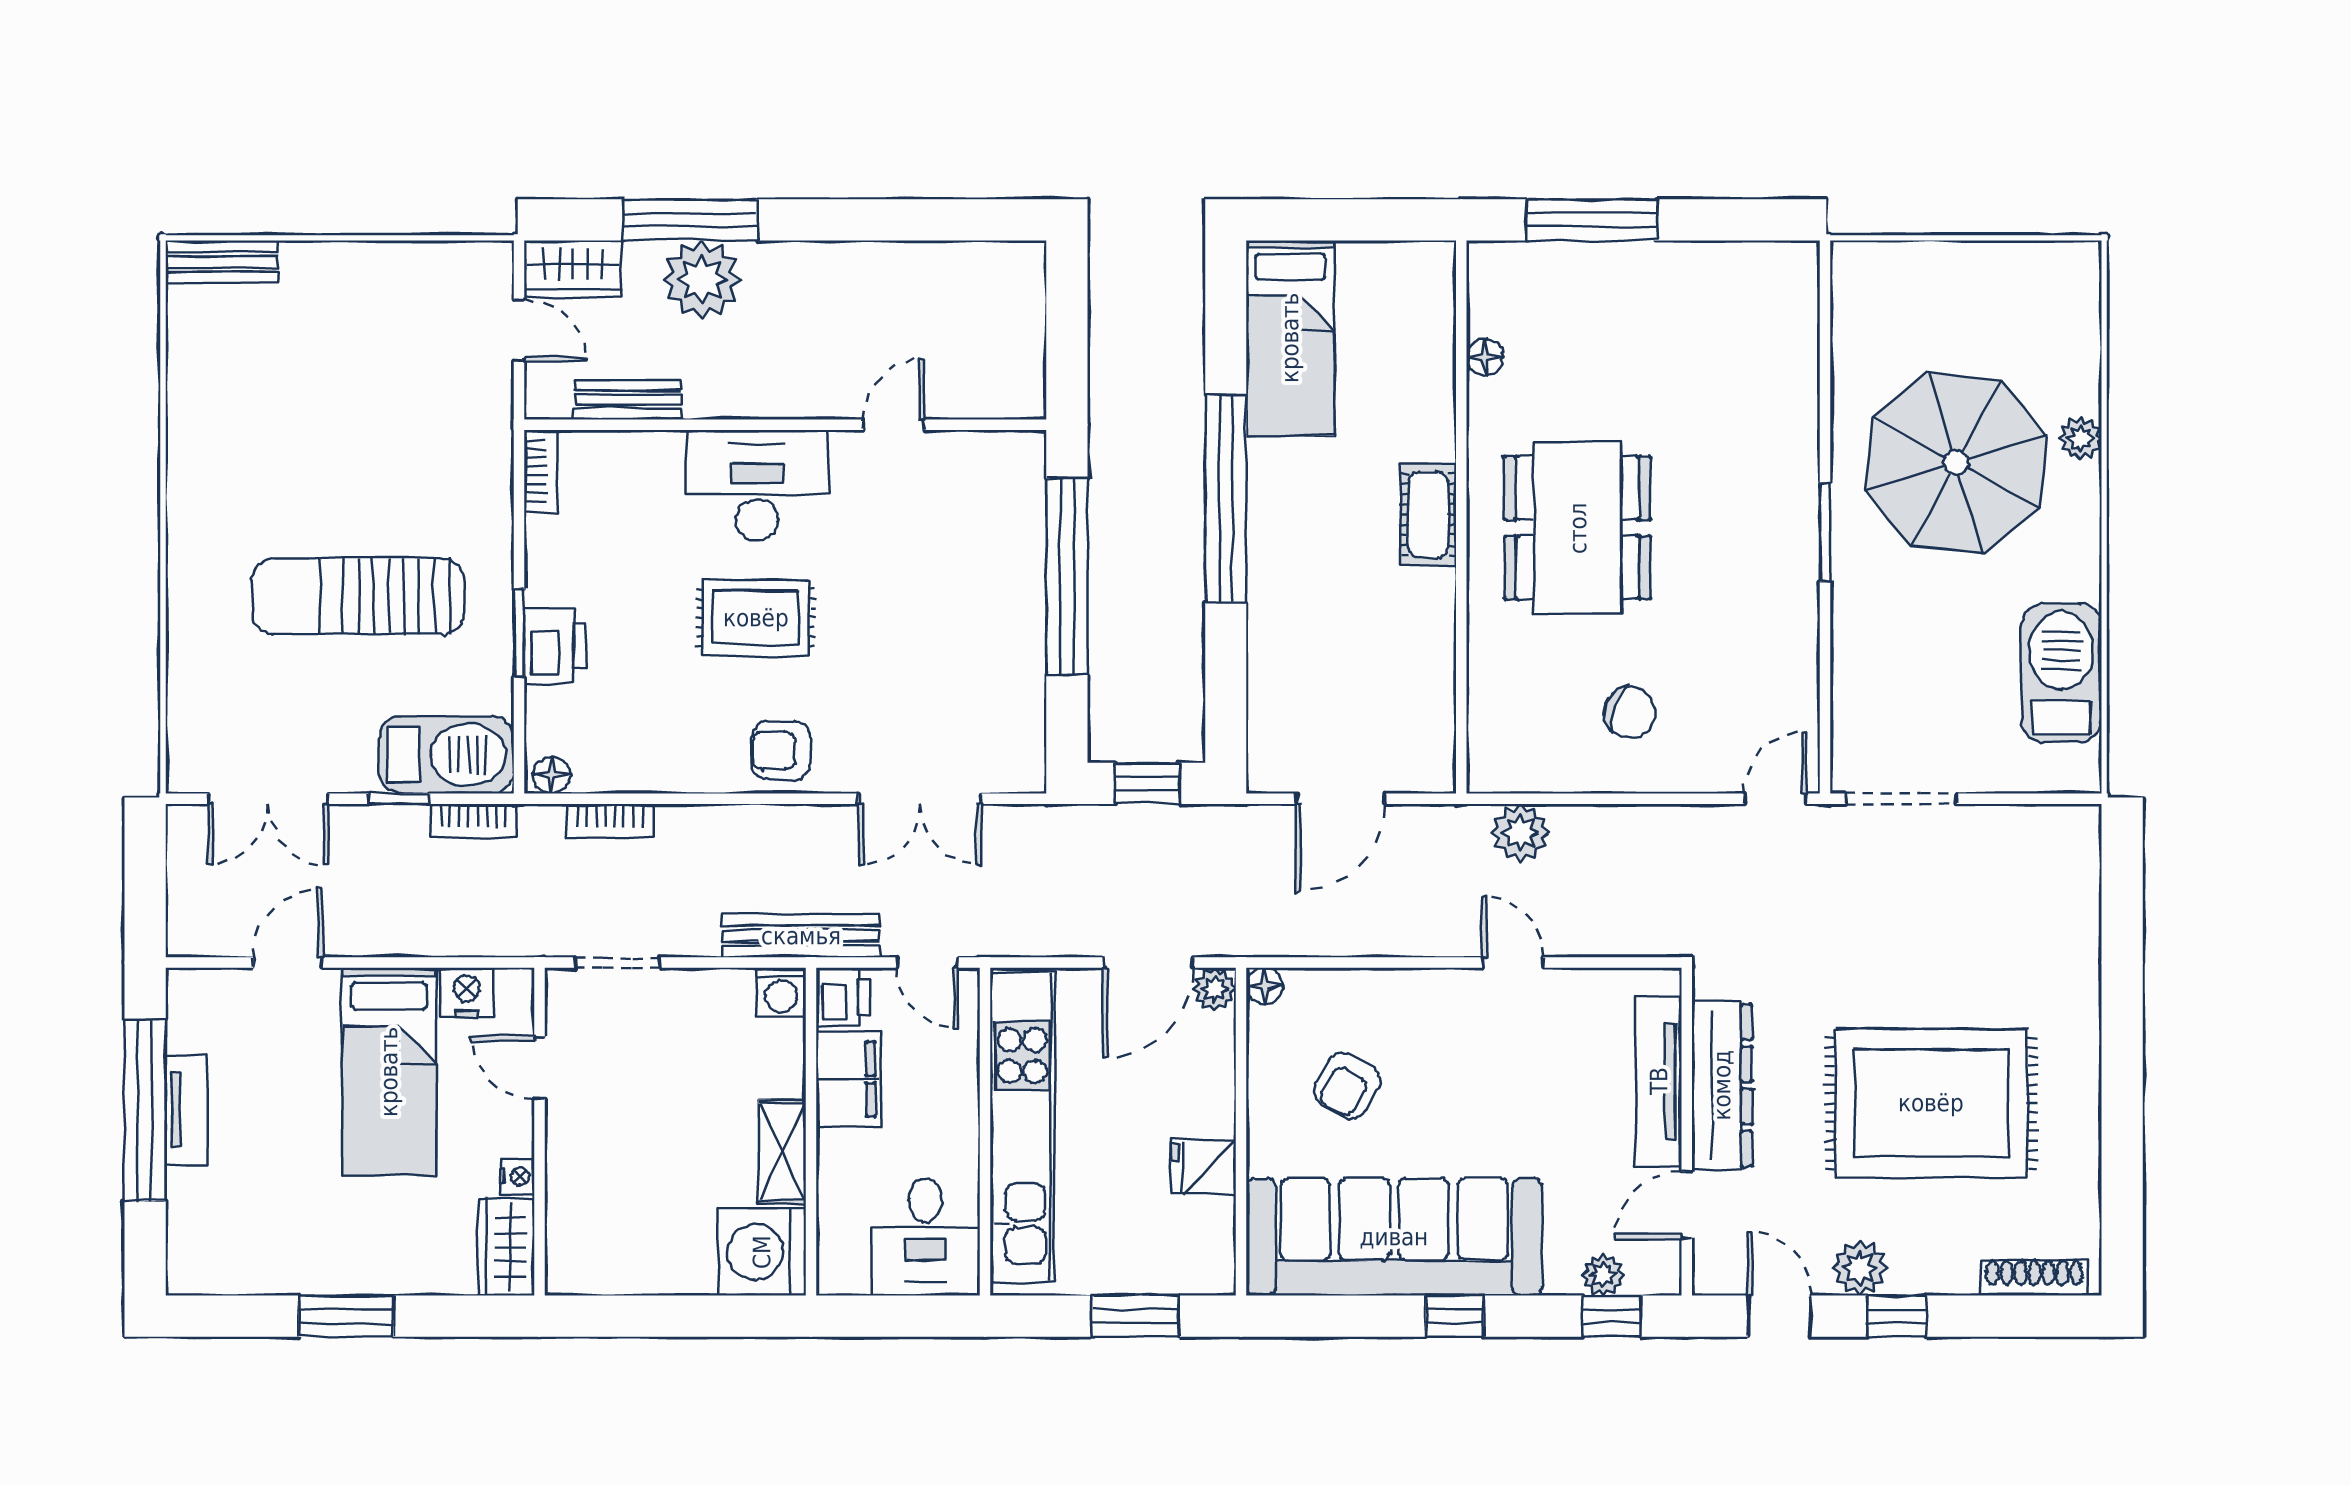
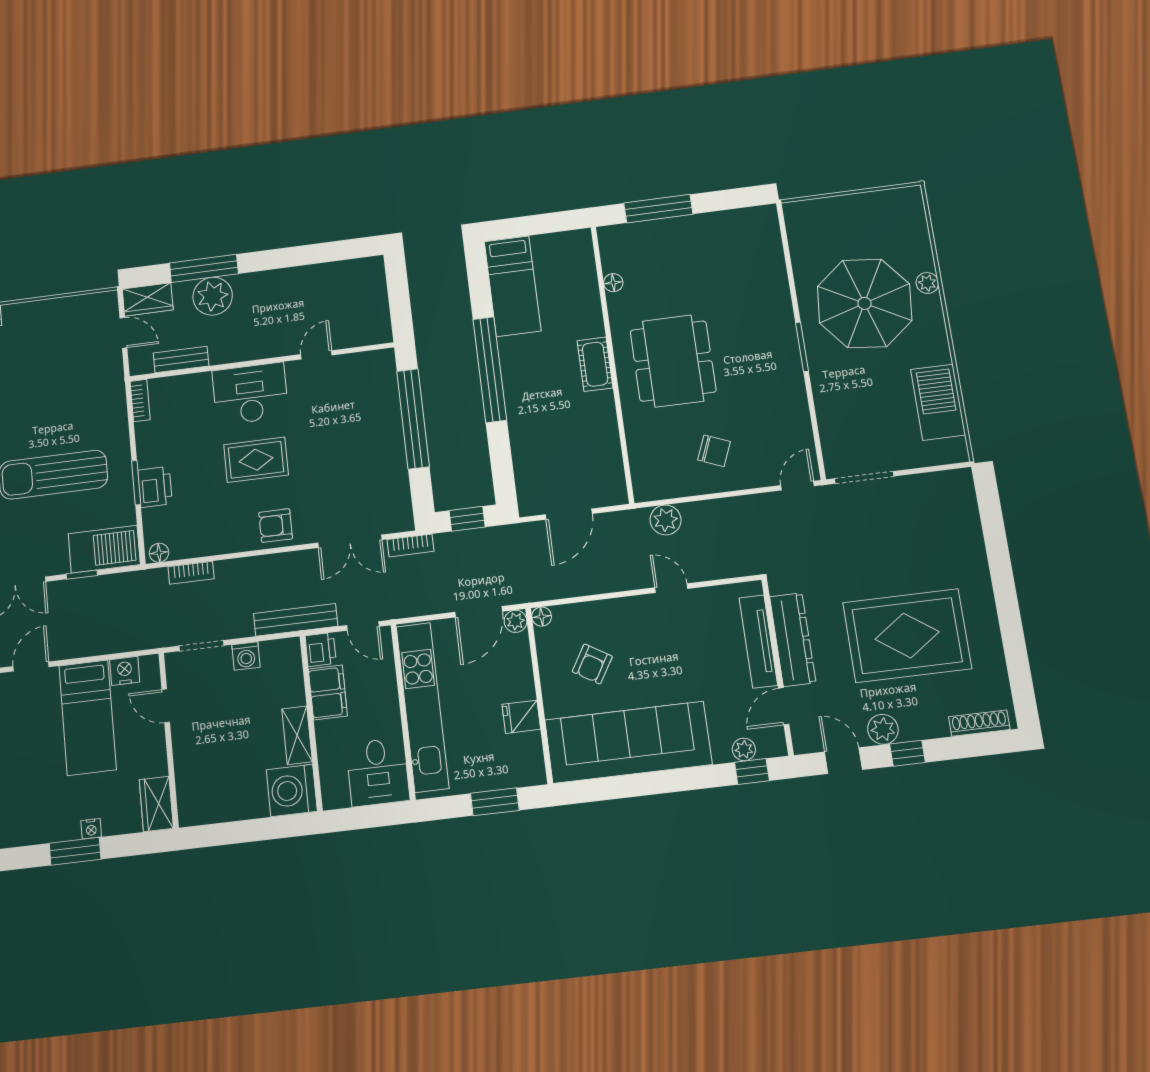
bookcase: (473, 821) -> (411, 545), moved
washing machine: (781, 992) -> (246, 656), moved
nightstand: (517, 1176) -> (91, 829), moved, turned 90
window: (1455, 1316) -> (667, 782), removed

